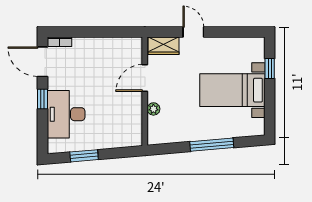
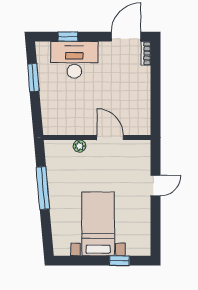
wardrobe: (163, 46) -> (142, 156), removed
window: (43, 99) -> (68, 37), moved
window: (212, 145) -> (43, 188), moved

